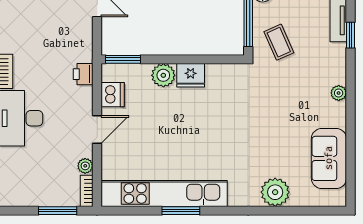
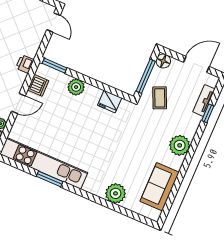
fridge: (191, 75) -> (110, 102), moved
plant: (339, 93) -> (180, 145), width x1.88, depth x1.88

